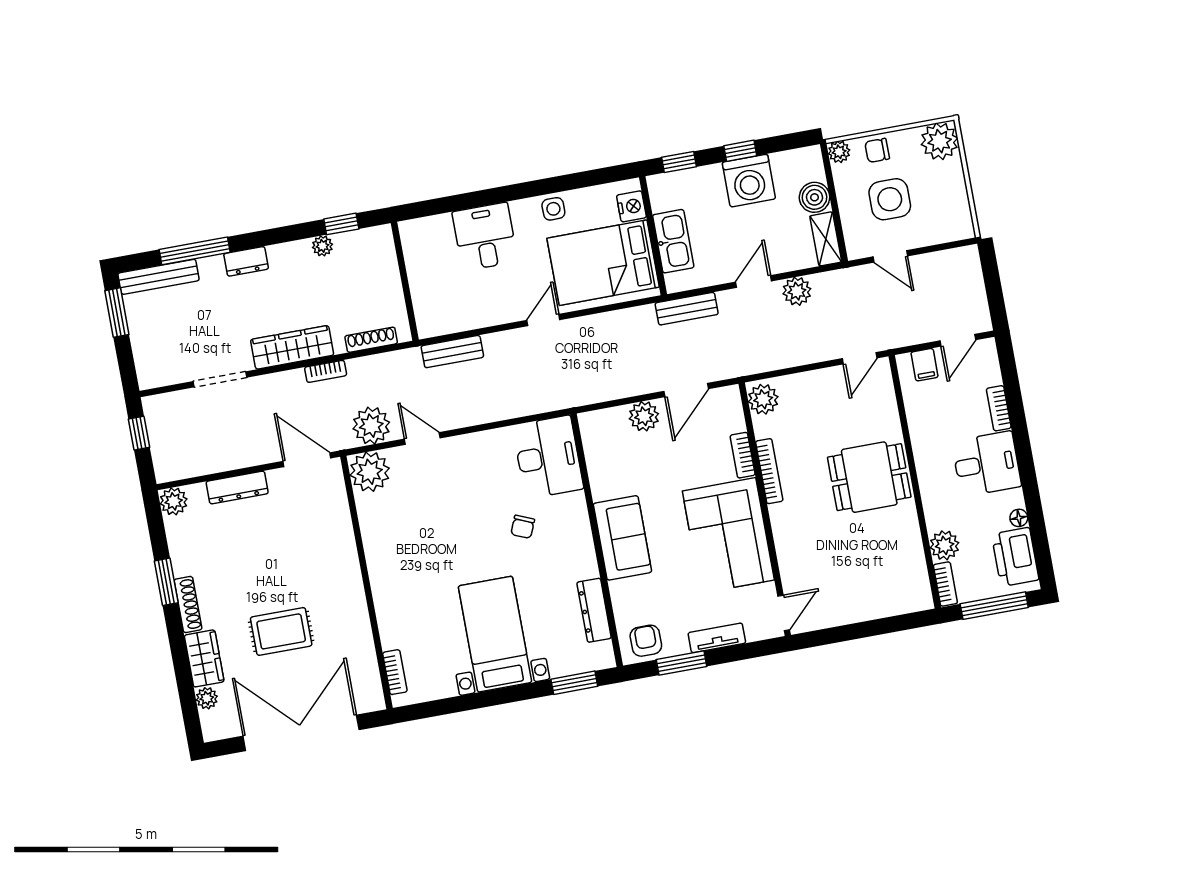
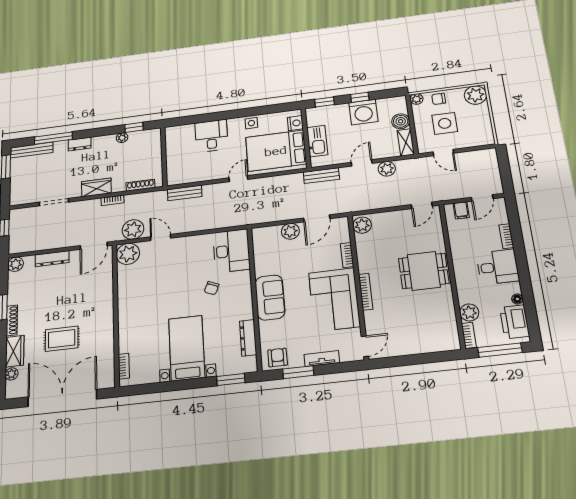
wardrobe: (292, 347) -> (96, 187), width x0.67
door: (307, 460) -> (94, 246), swing flipped
bookcase: (769, 471) -> (366, 292), moved

